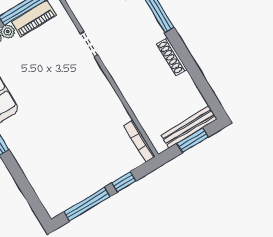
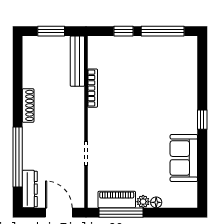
bench: (189, 127) -> (77, 61), moved, turned 90
bookcase: (140, 141) -> (93, 88), moved

